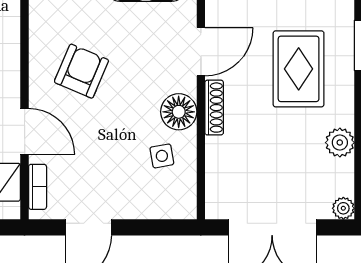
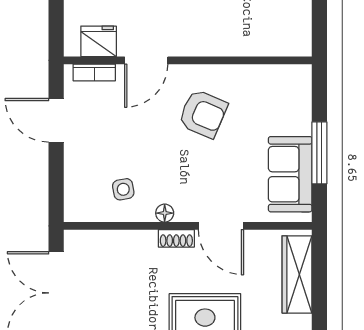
shoe rack: (214, 108) -> (176, 238), width x0.70
floor lamp: (179, 112) -> (165, 213), width x0.53, depth x0.53

